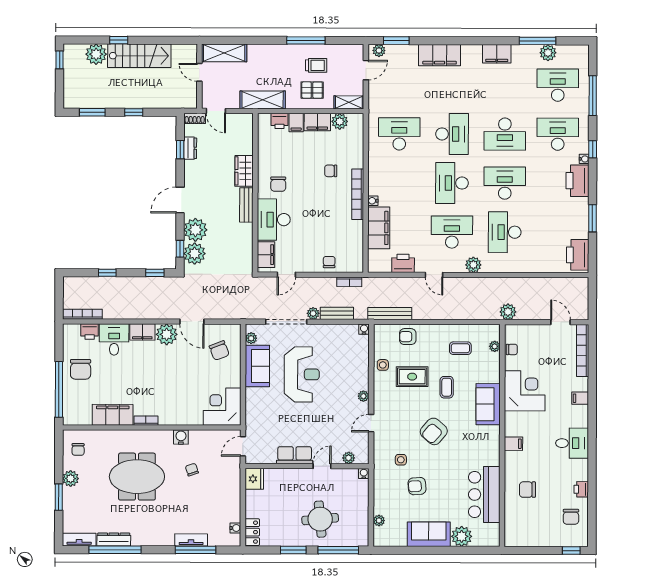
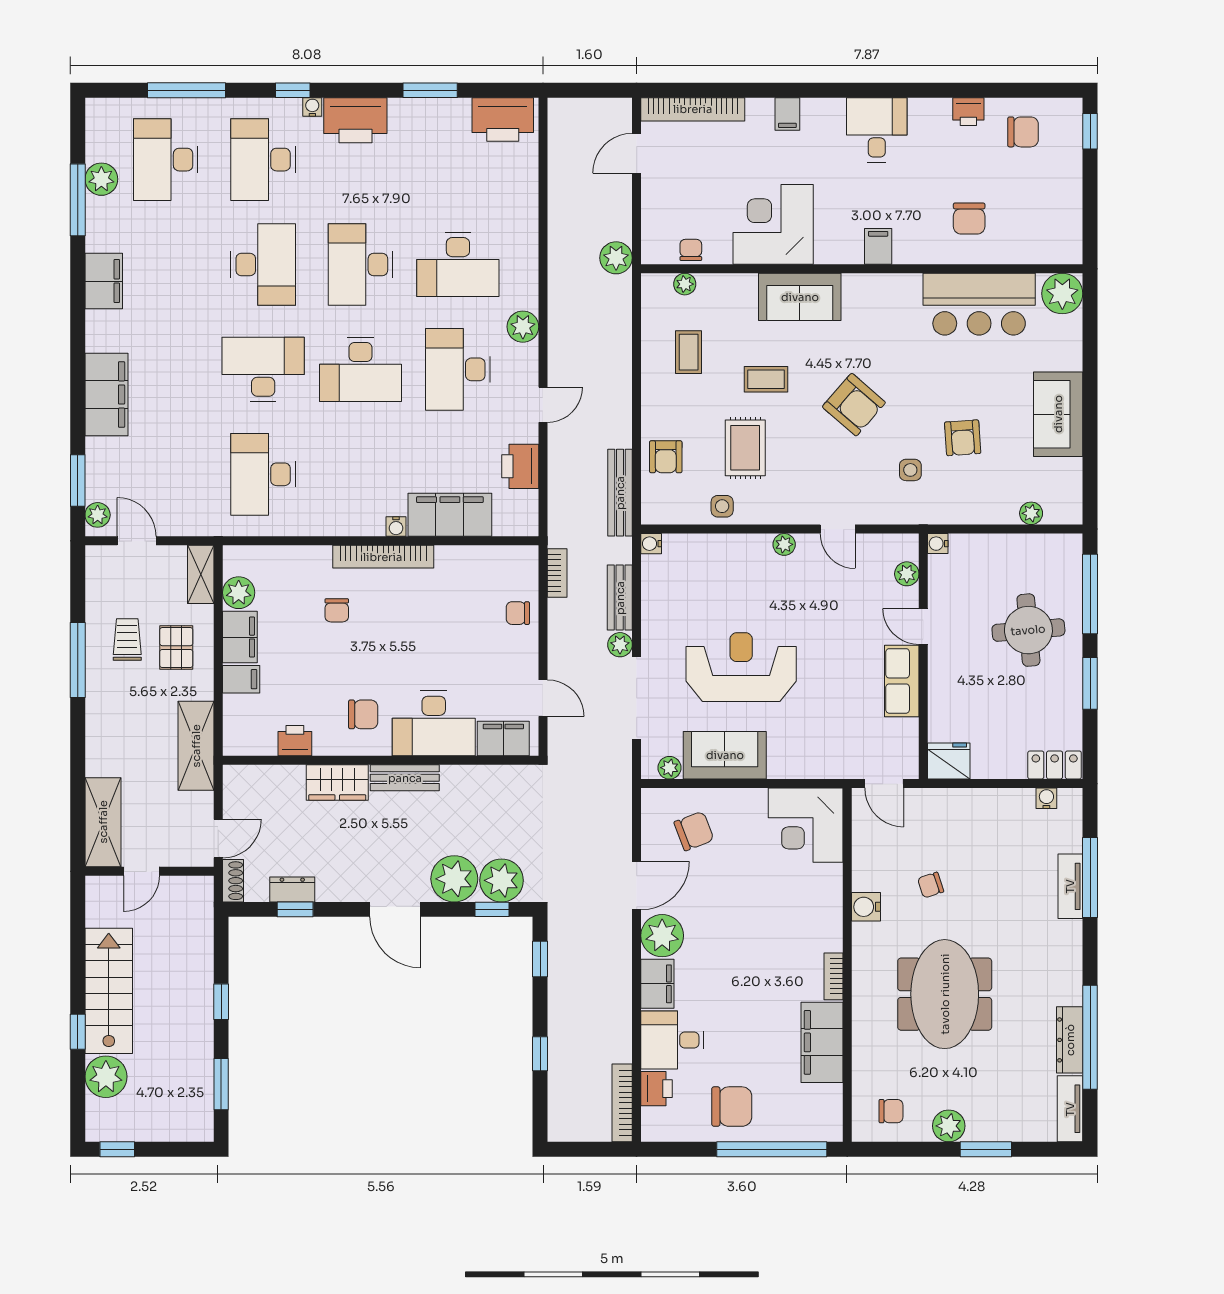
printer: (279, 121) -> (295, 741), moved, turned -90
plant: (462, 536) -> (1062, 294), moved

